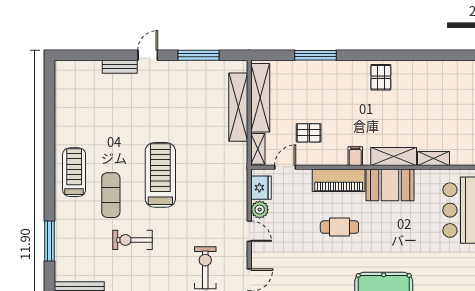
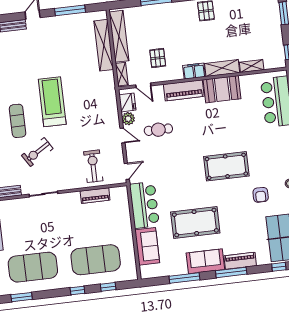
pallet: (309, 133) -> (158, 58), turned 90
filing cabinet: (355, 156) -> (194, 71), width x2.00
door: (285, 167) -> (143, 85), swing flipped
cafe table: (339, 227) -> (158, 130), moved
exercise bike: (132, 240) -> (37, 152), turned -32

